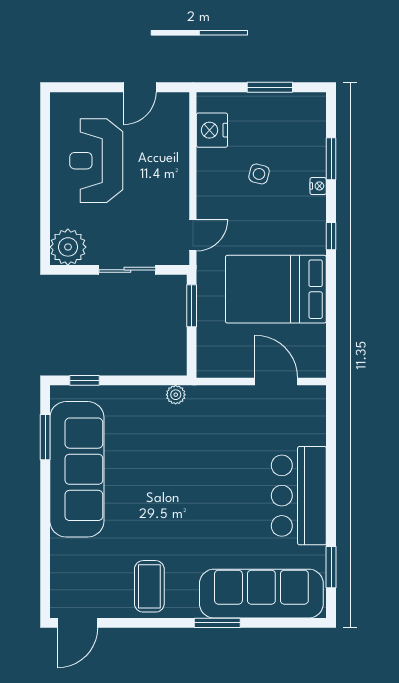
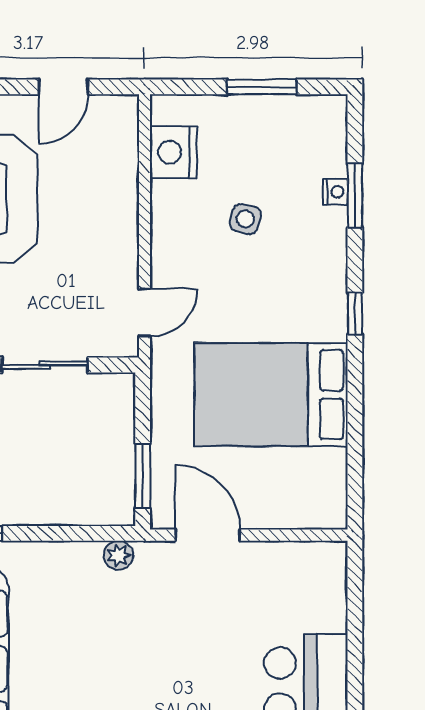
nightstand: (318, 186) -> (335, 192), moved
window: (192, 306) -> (143, 476), moved
door: (276, 382) -> (208, 535), moved

